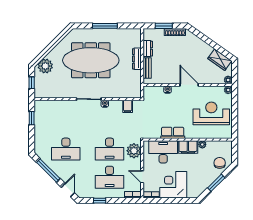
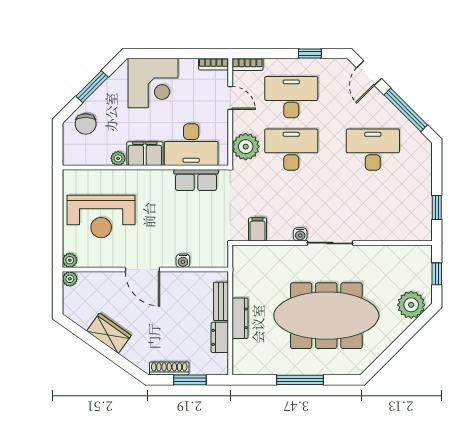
wardrobe: (220, 60) -> (109, 333), moved
row of seats: (173, 133) -> (196, 180), moved
corner desk: (173, 185) -> (153, 83), moved

